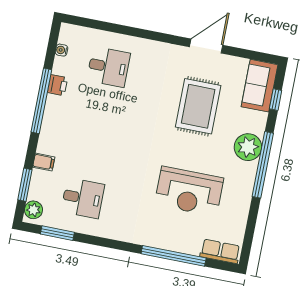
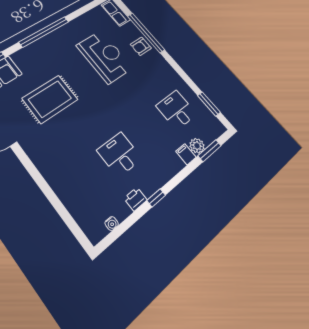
desk: (108, 67) -> (120, 154), moved
window: (41, 101) -> (156, 198), width x0.32
plant: (248, 147) -> (43, 49), removed
plant: (33, 210) -> (197, 146), moved
armchair: (166, 235) -> (141, 46), added

